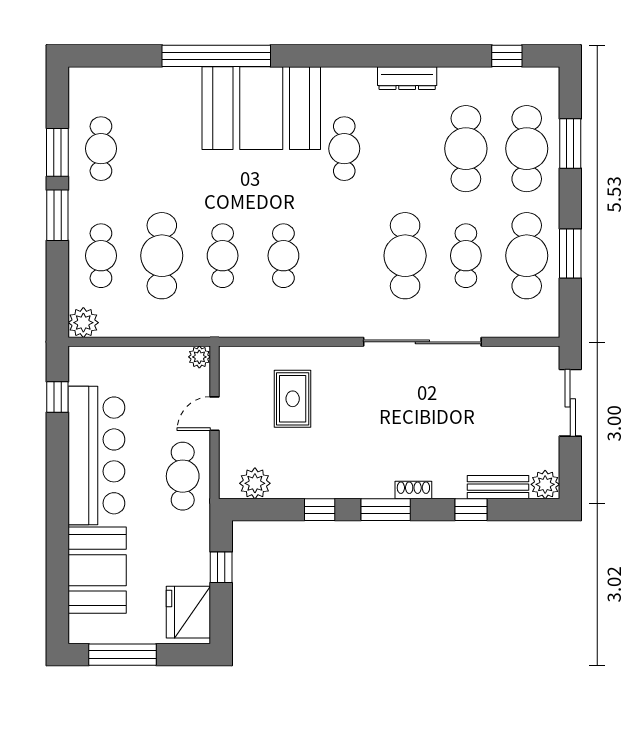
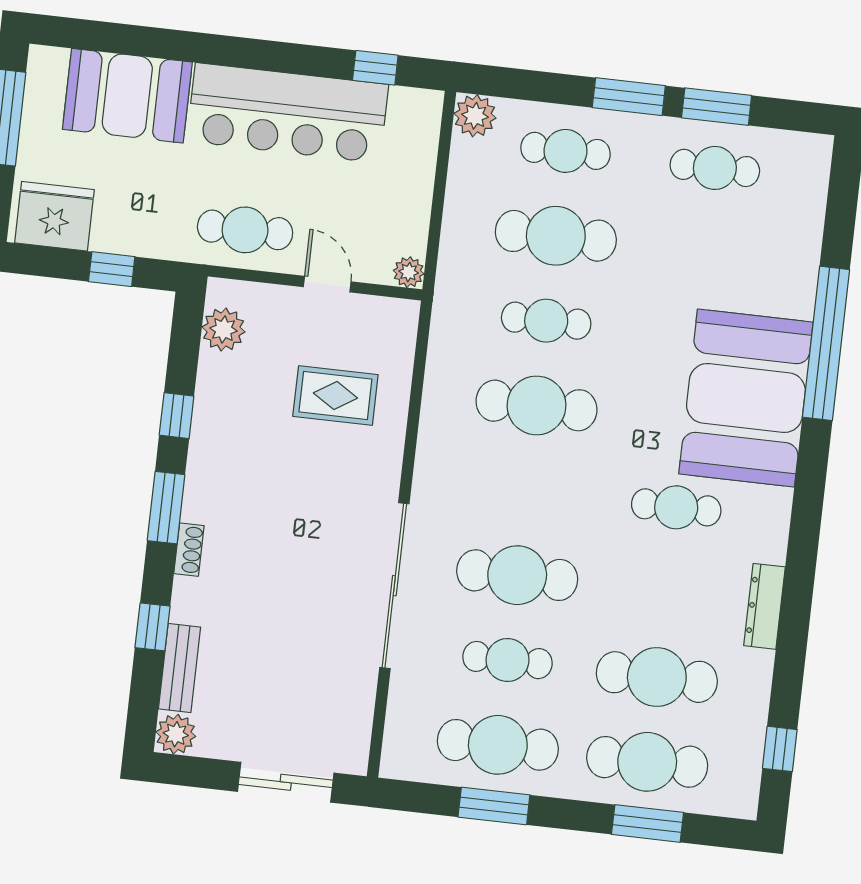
cafe table: (283, 256) -> (536, 405), width x1.37, depth x1.35

